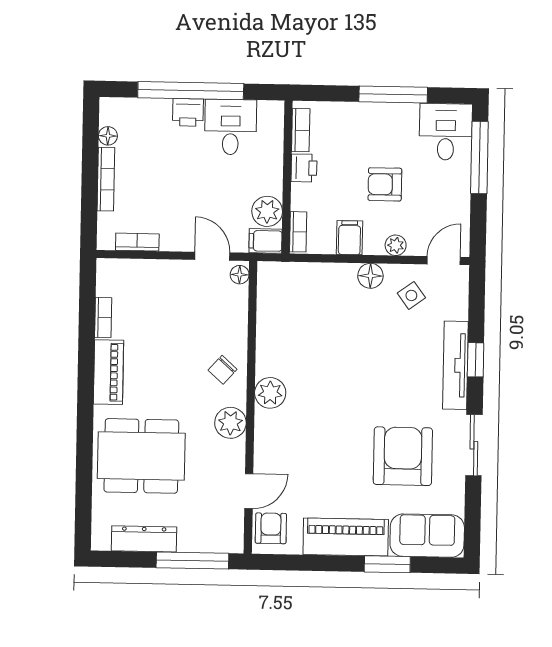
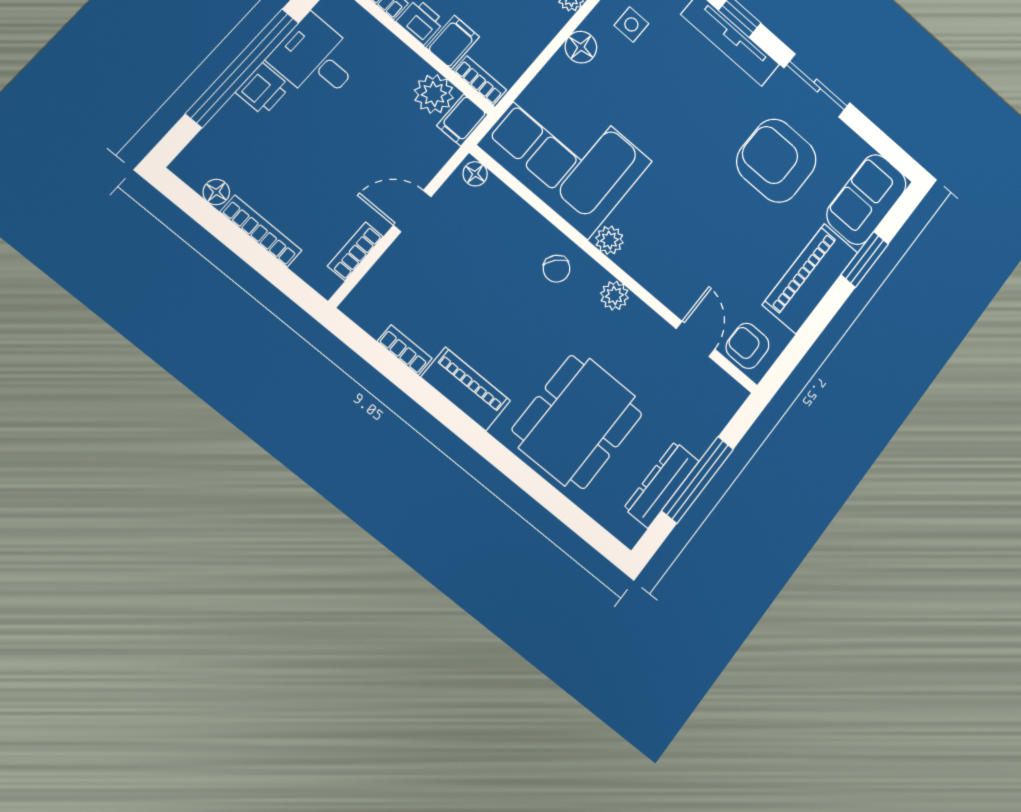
filing cabinet: (349, 238) -> (453, 42), moved, turned 90
door: (212, 256) -> (412, 211), moved
side table: (411, 295) -> (631, 24), turned 36
corner sofa: (297, 319) -> (565, 153), added
plant: (270, 393) -> (609, 240), width x0.73, depth x0.73
plant: (230, 423) -> (614, 296), width x0.73, depth x0.73
window: (192, 561) -> (698, 480), moved

